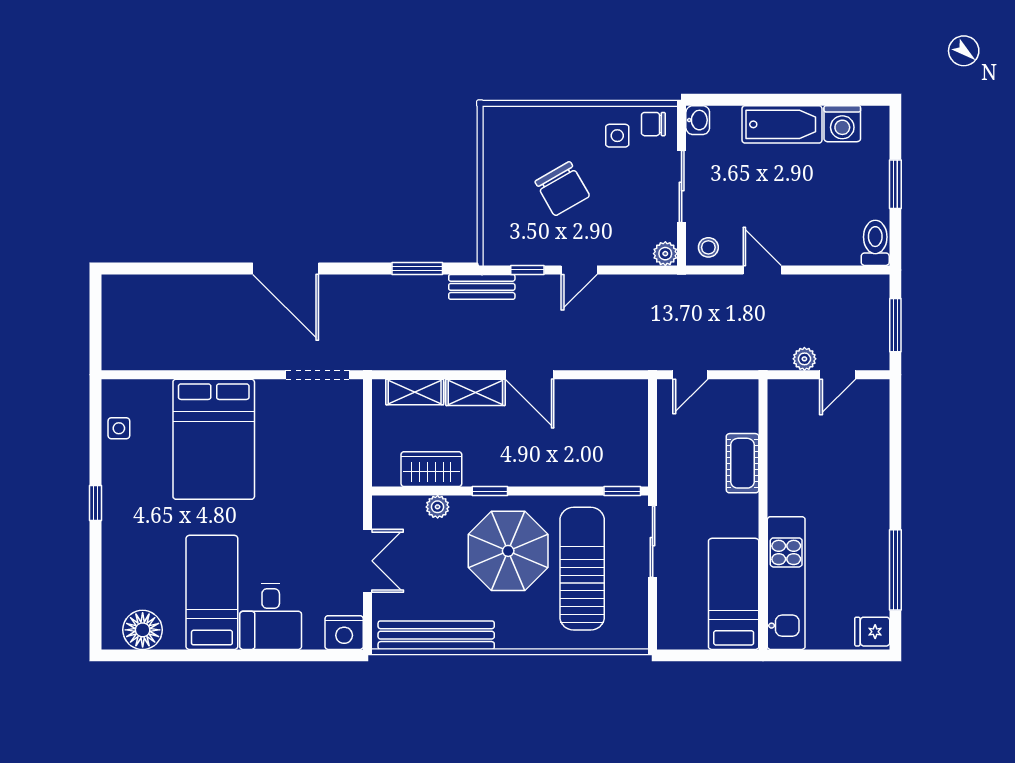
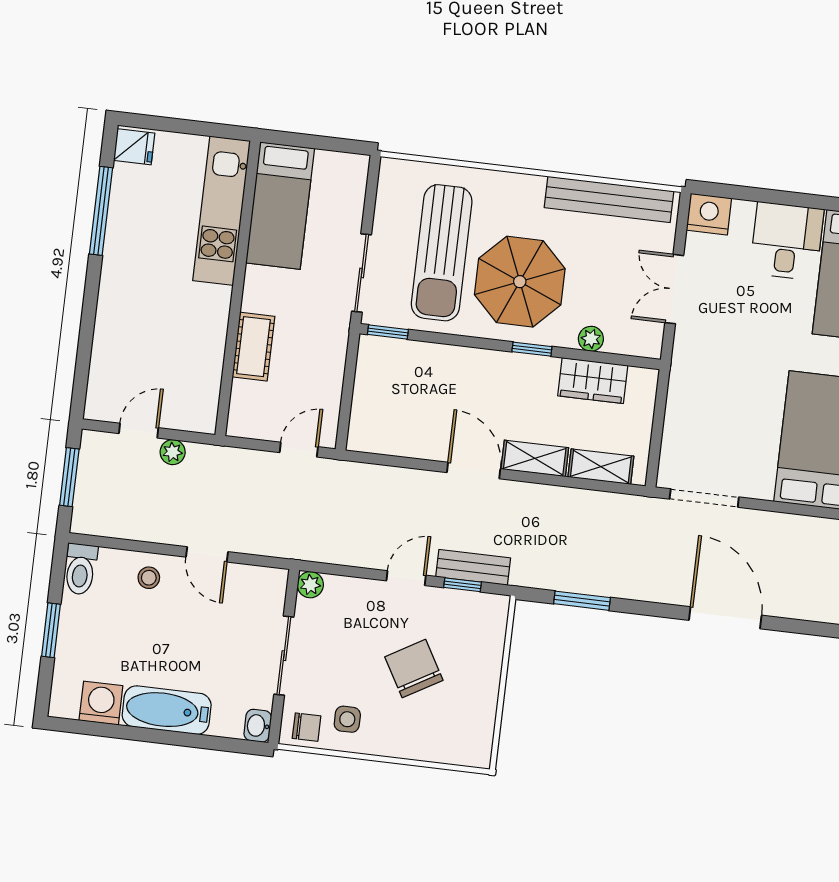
stool: (708, 247) -> (149, 578), moved
bench: (482, 287) -> (473, 567), moved

